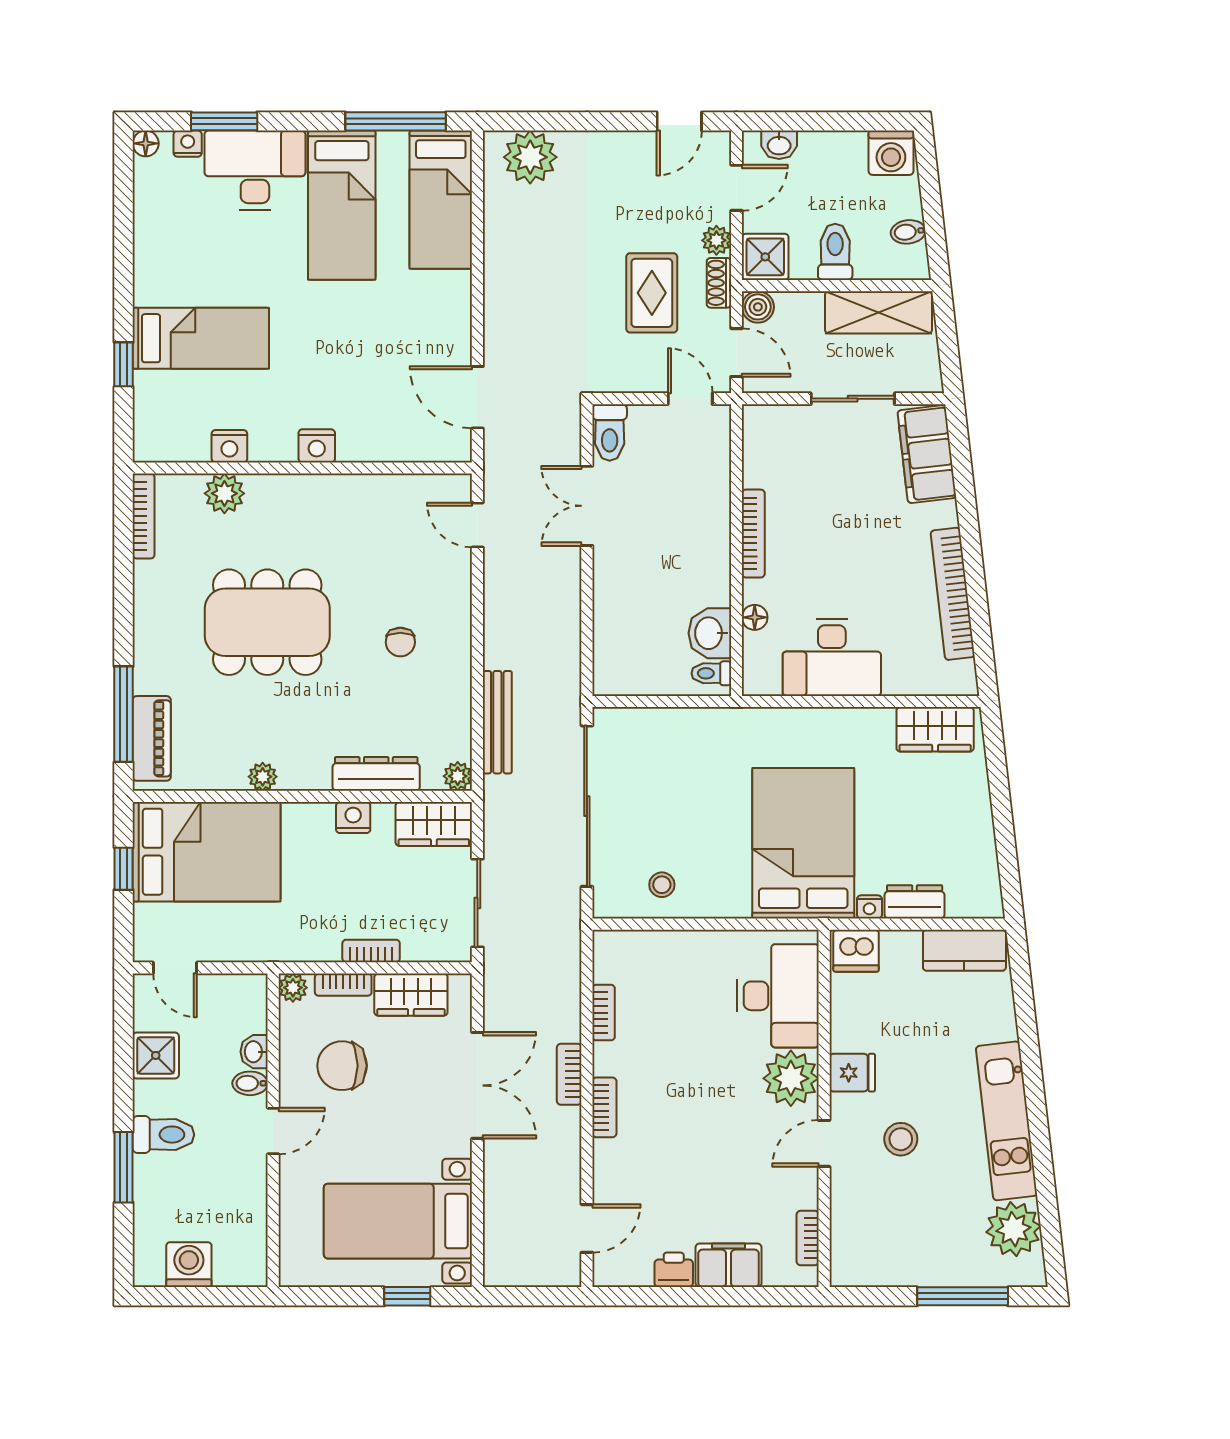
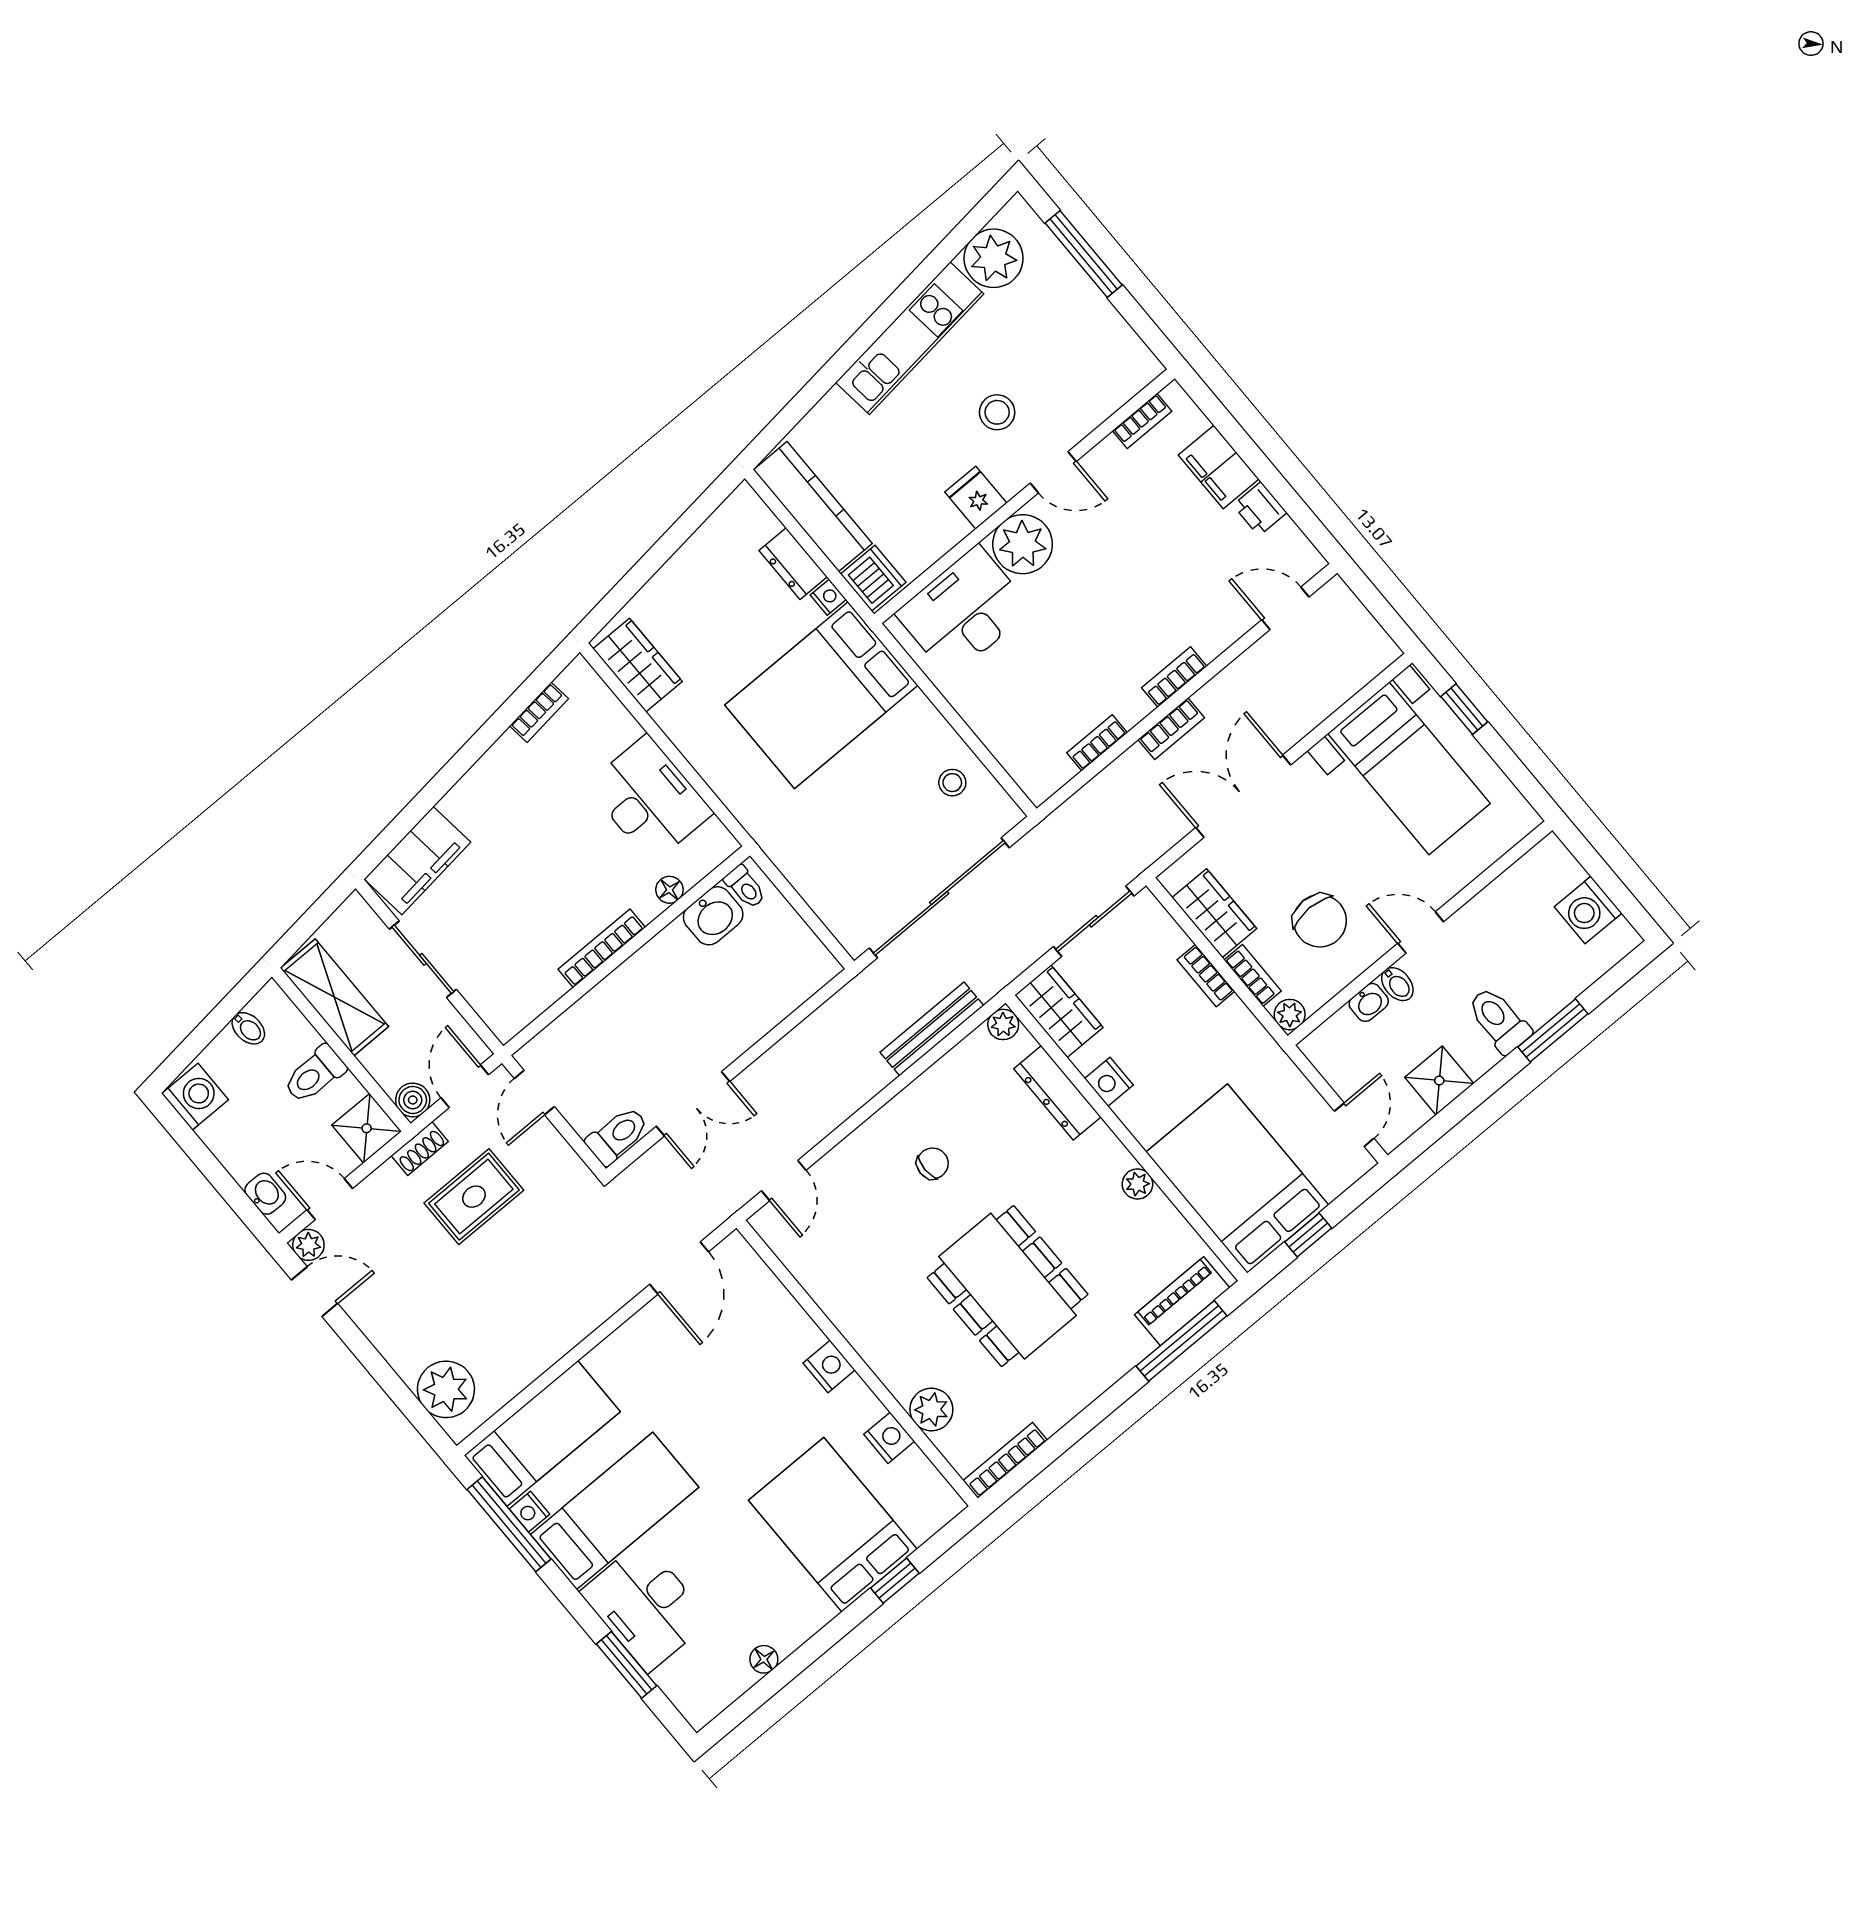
floor lamp: (146, 143) -> (764, 1659), moved
nightstand: (188, 144) -> (530, 1512), moved
plant: (716, 240) -> (308, 1245), moved
bed: (201, 338) -> (833, 1525), width x1.50
bookcase: (953, 594) -> (539, 712), width x0.43, depth x0.76
kitchen counter: (964, 950) -> (813, 507), width x1.50

